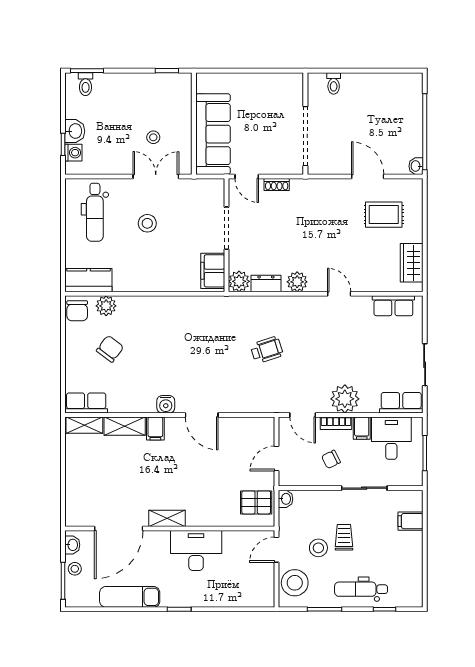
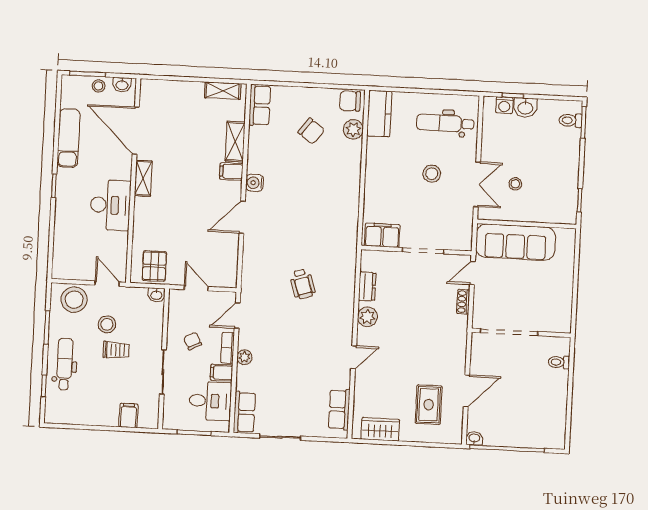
plant: (239, 281) -> (371, 260), removed
plant: (345, 399) -> (244, 357), width x0.53, depth x0.53
shelving: (84, 425) -> (223, 91), moved, turned 90

